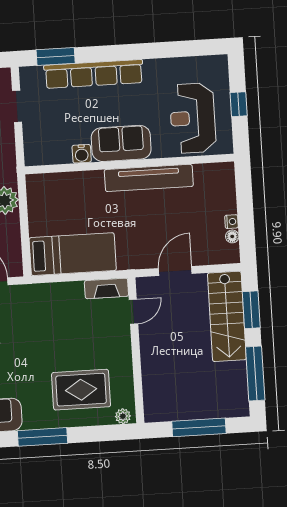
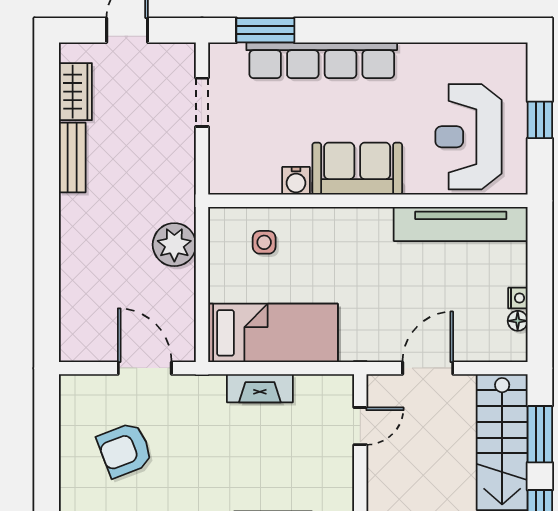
tv unit: (149, 178) -> (461, 224), moved
side table: (63, 195) -> (264, 242), added
fireplace: (106, 288) -> (260, 388), moved

